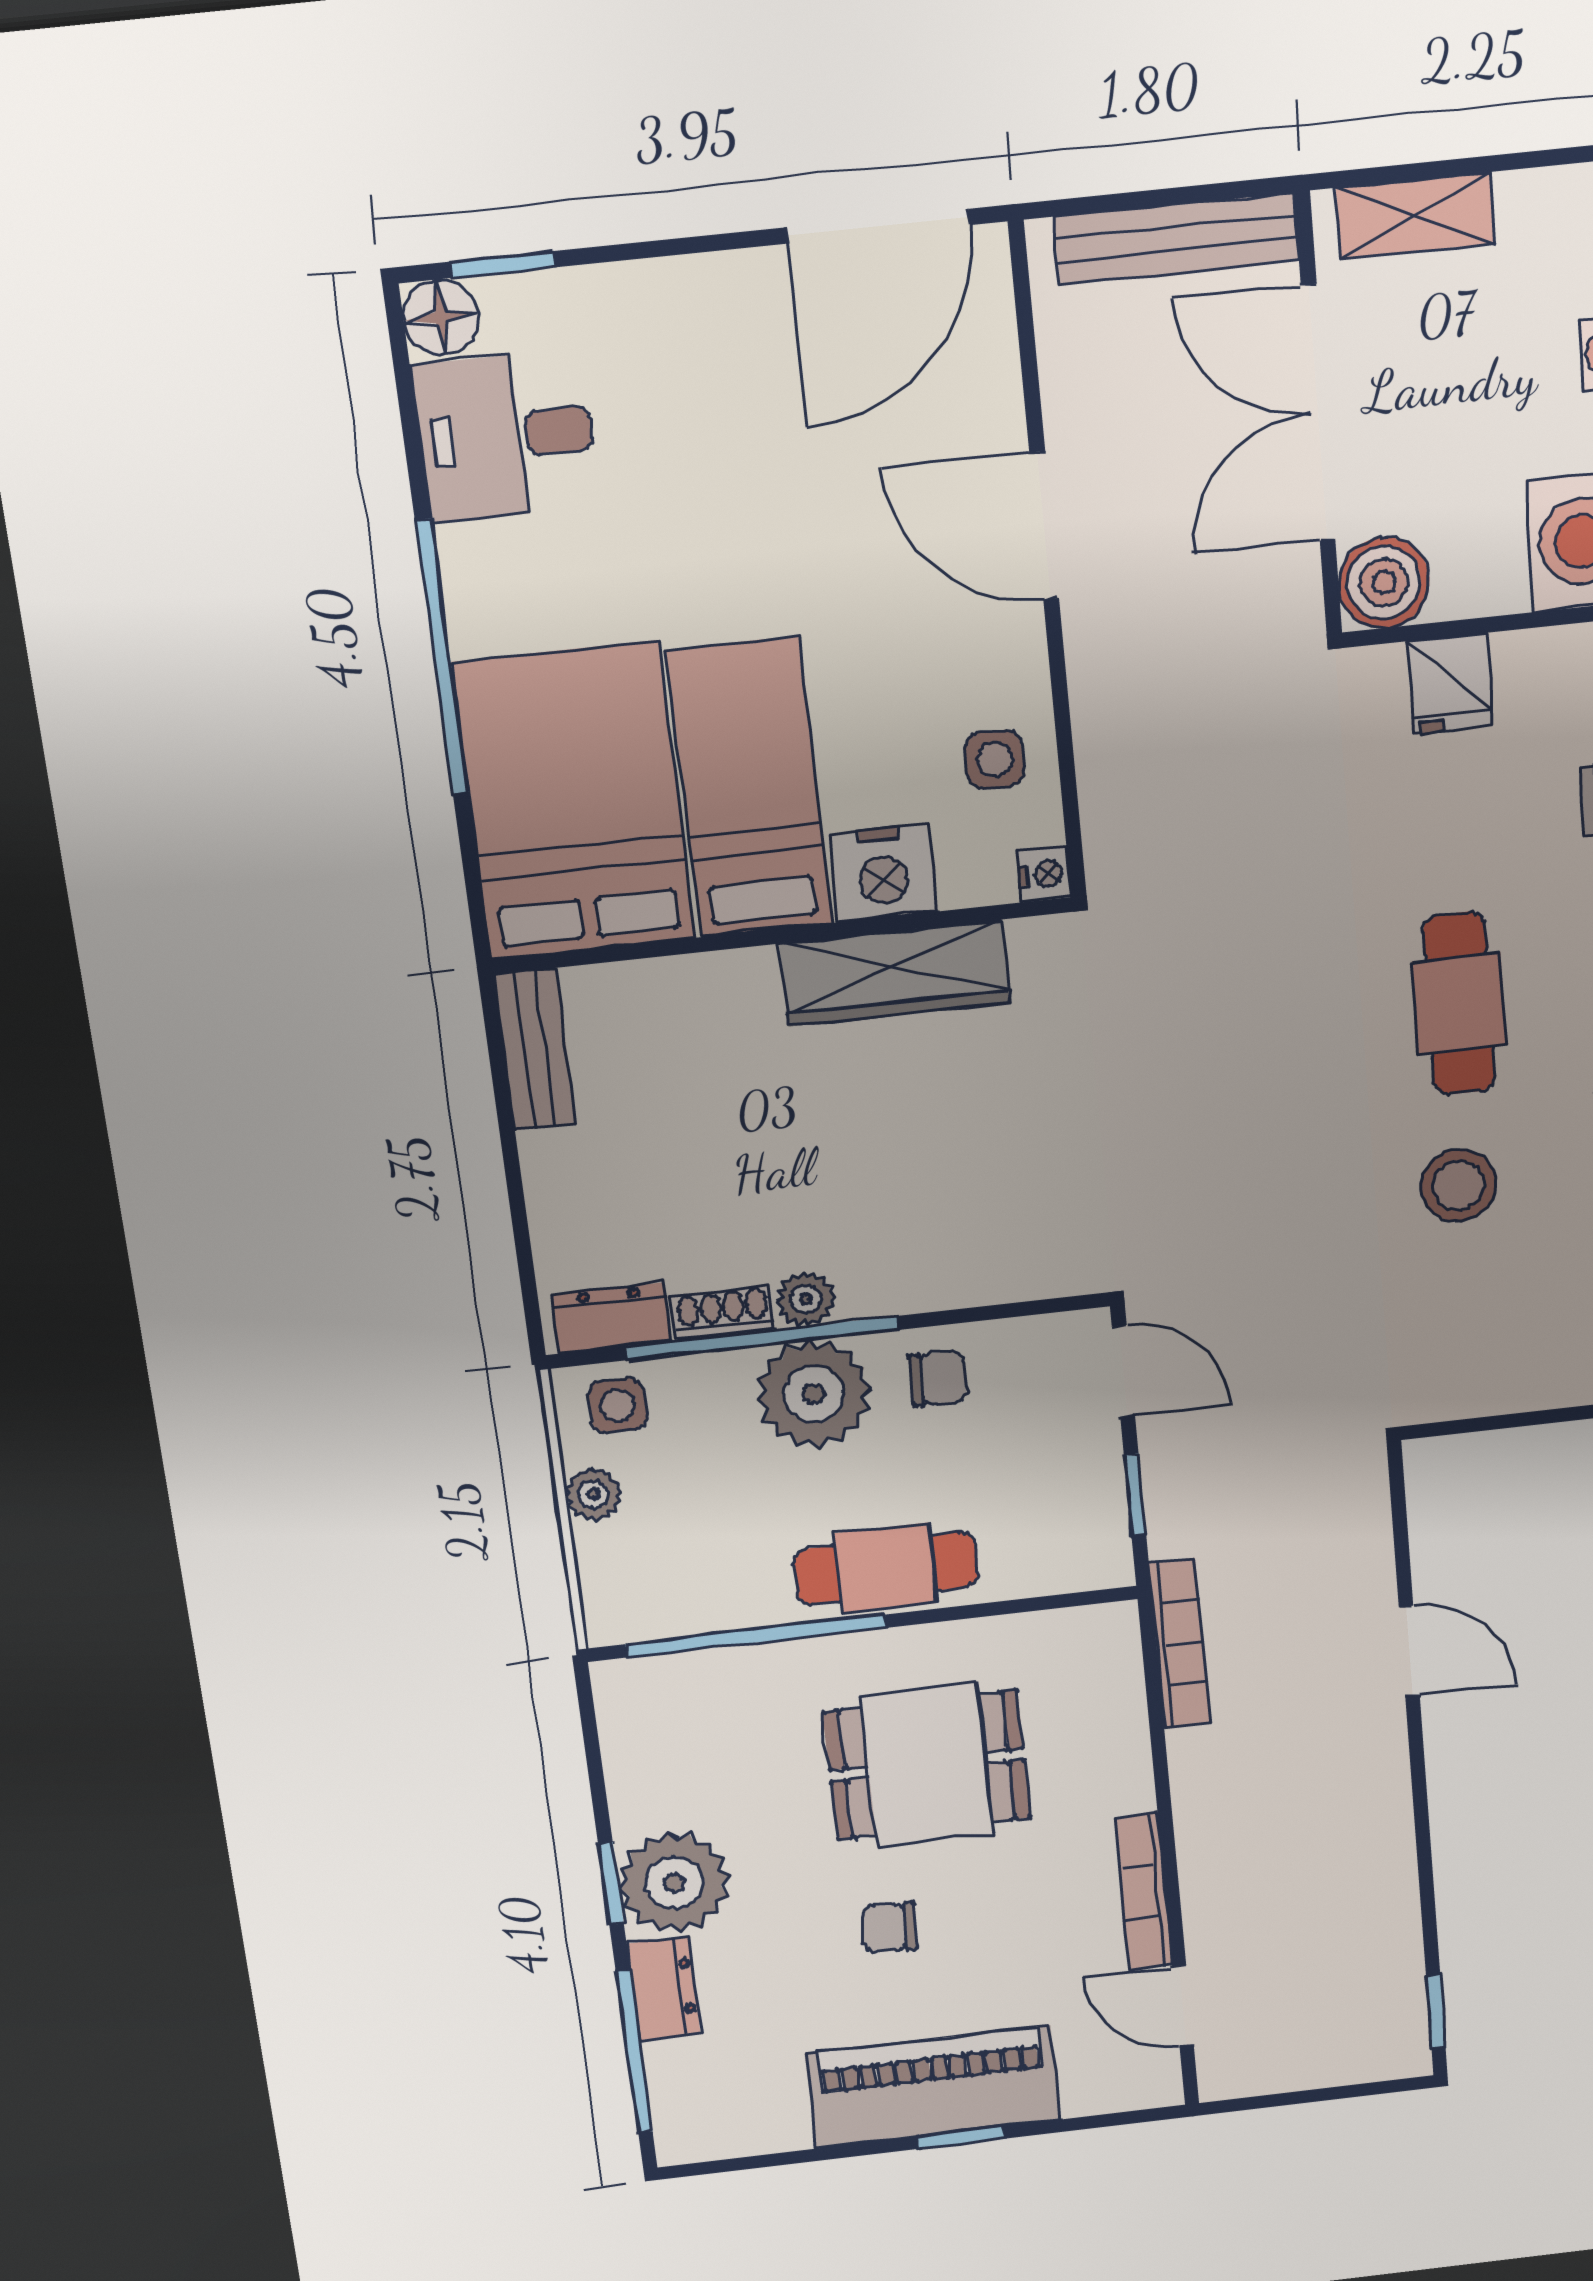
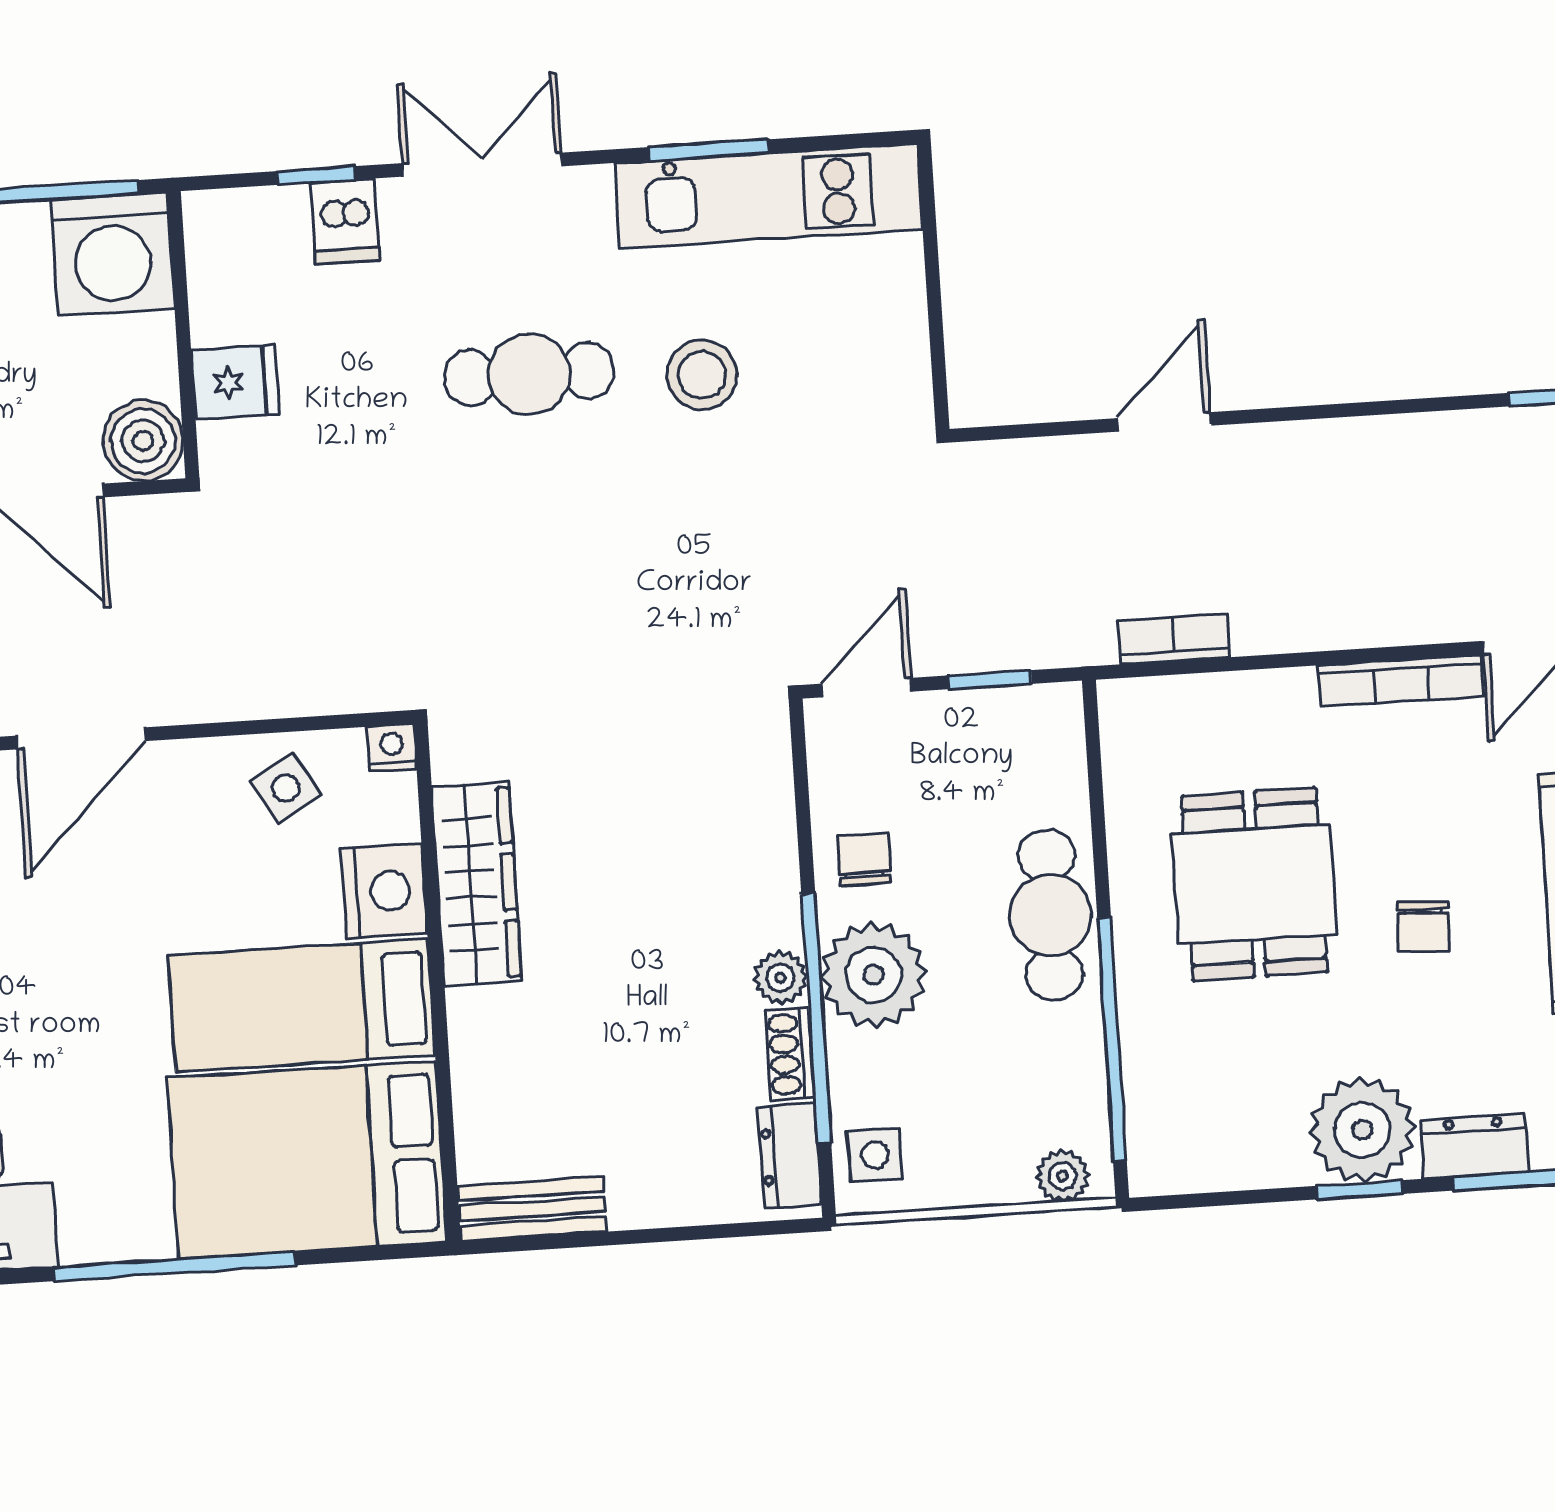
side table: (995, 759) -> (286, 788), turned -30
plant: (593, 1494) -> (1063, 1176), moved
bookcase: (1179, 1643) -> (1174, 639), width x0.64

